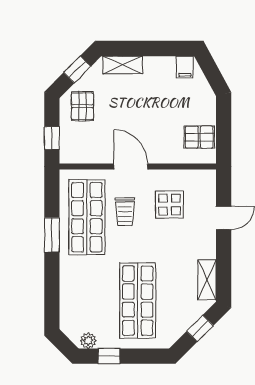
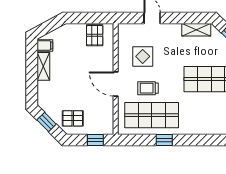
shelving: (123, 65) -> (43, 66), moved
door: (131, 166) -> (116, 84), hinge flipped
trolley: (125, 212) -> (148, 88), turned 180
window: (52, 235) -> (164, 140), width x0.67

